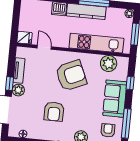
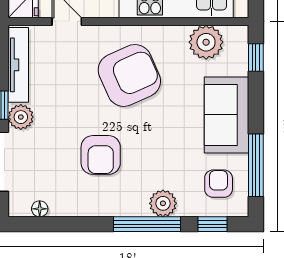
tv unit: (19, 71) -> (18, 65), width x1.41
window: (130, 83) -> (256, 57), moved

